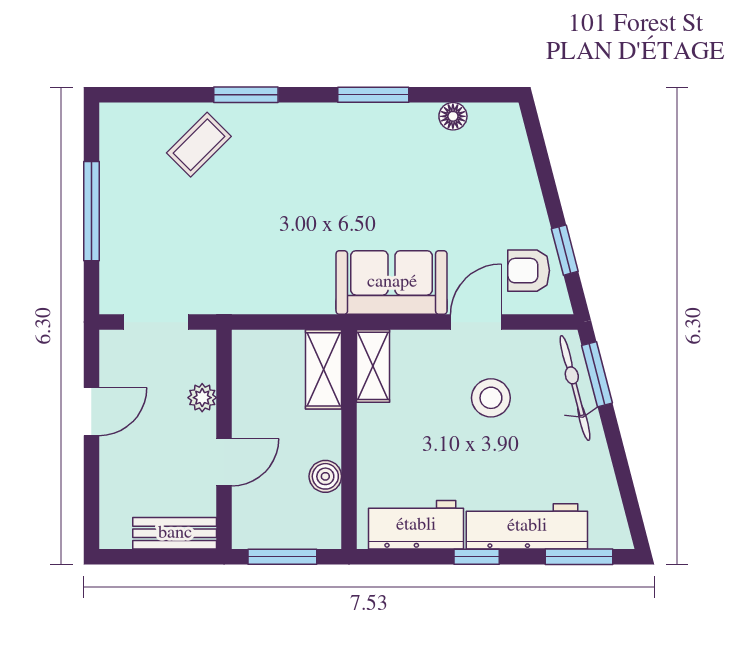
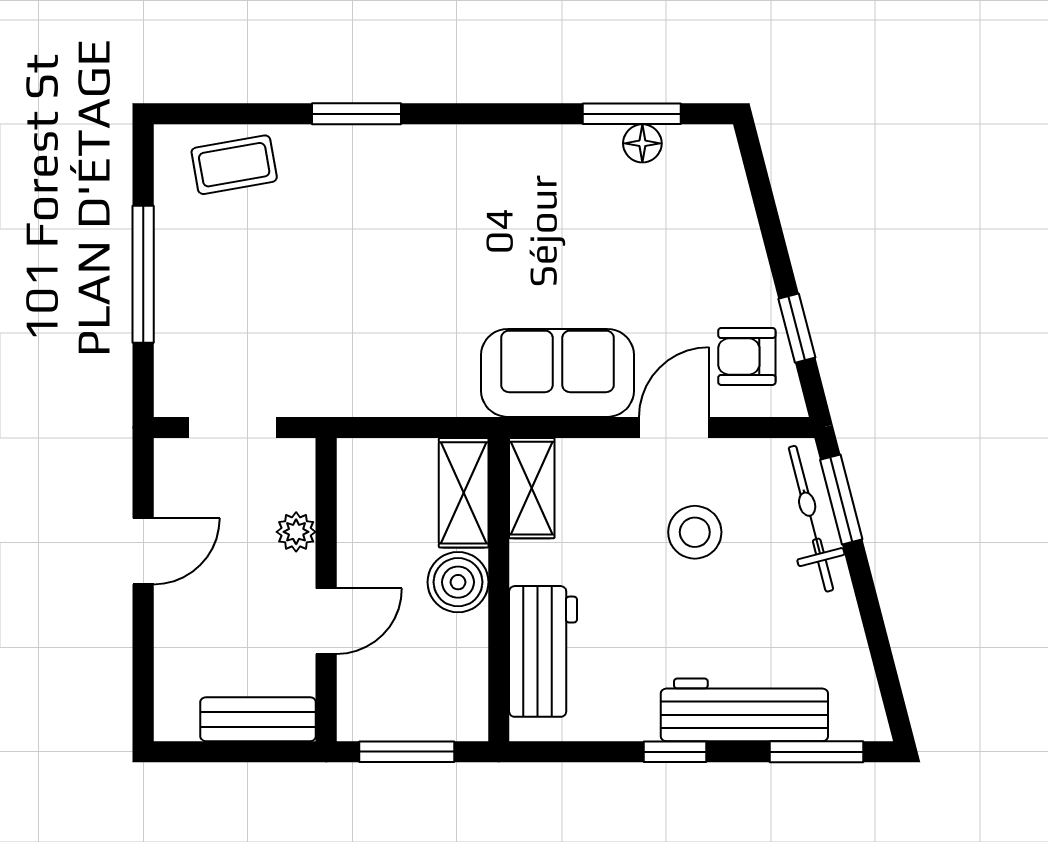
window: (373, 95) -> (632, 114), moved
coffee table: (199, 145) -> (234, 165), moved, turned 35
boiler: (325, 476) -> (458, 582), moved, width x1.36, depth x1.36
workbench: (416, 525) -> (543, 651), moved, turned 90

